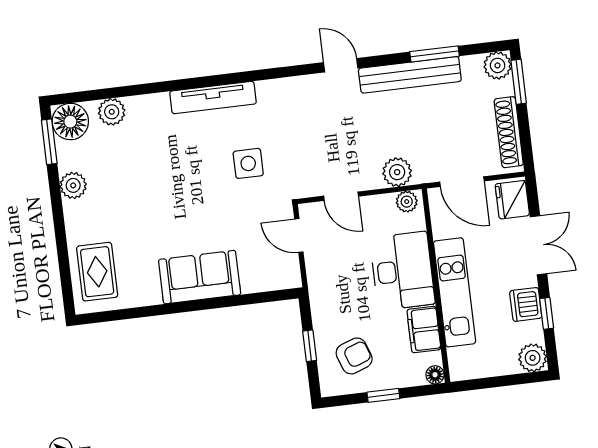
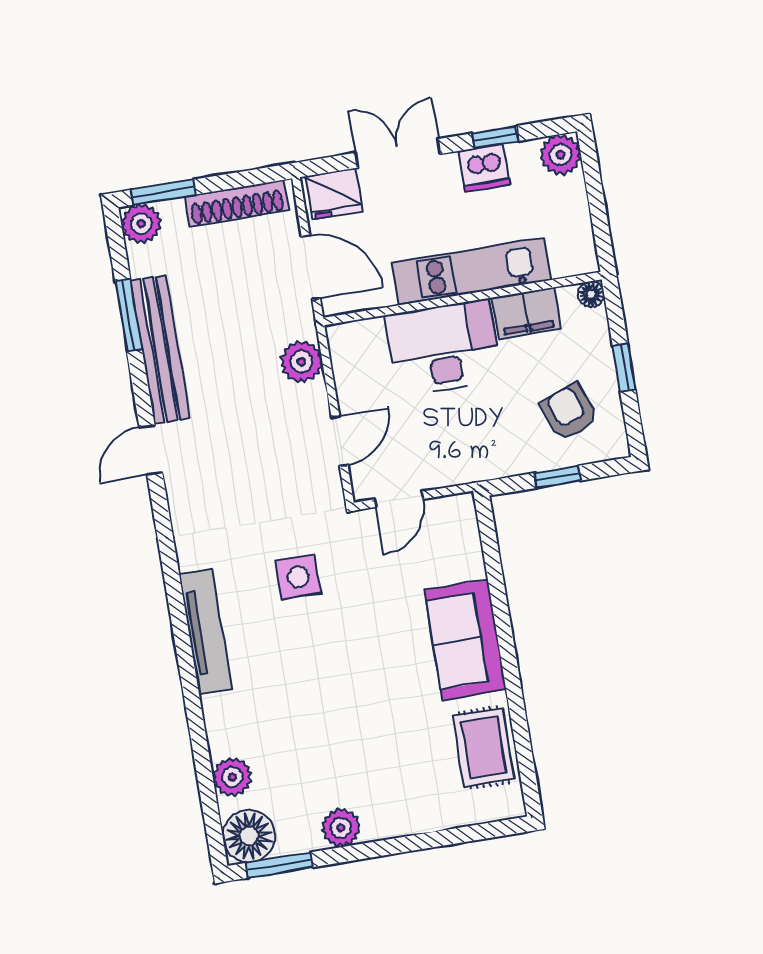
door: (462, 182) -> (311, 268), hinge flipped
plant: (407, 202) -> (343, 346), removed
rug: (97, 272) -> (484, 748), moved, turned 90

